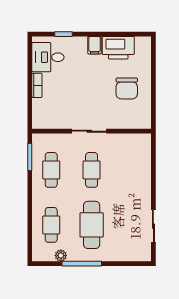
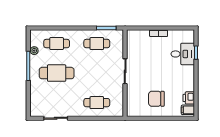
filing cabinet: (95, 45) -> (188, 110), moved
printer: (118, 48) -> (189, 98), width x0.53, depth x0.68
desk: (48, 57) -> (183, 54), moved, turned 90
cafe table: (92, 170) -> (97, 103), moved

